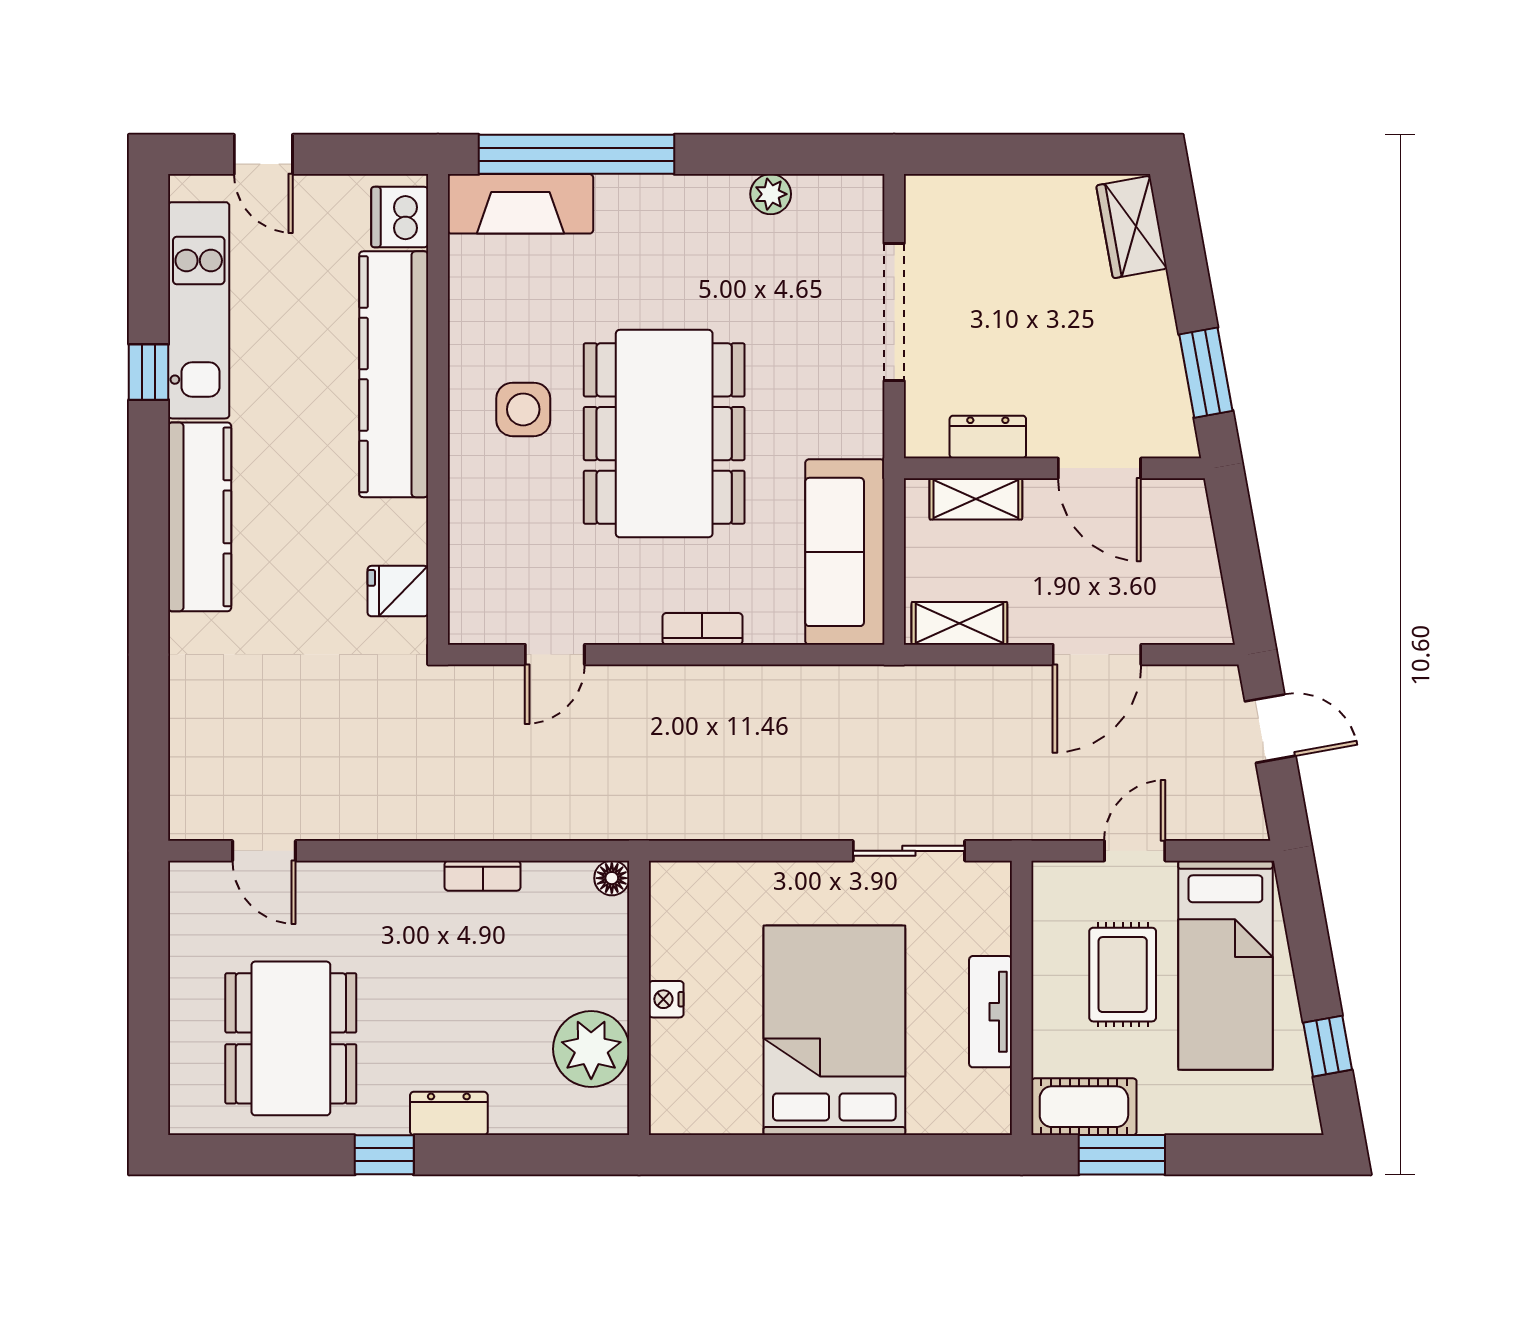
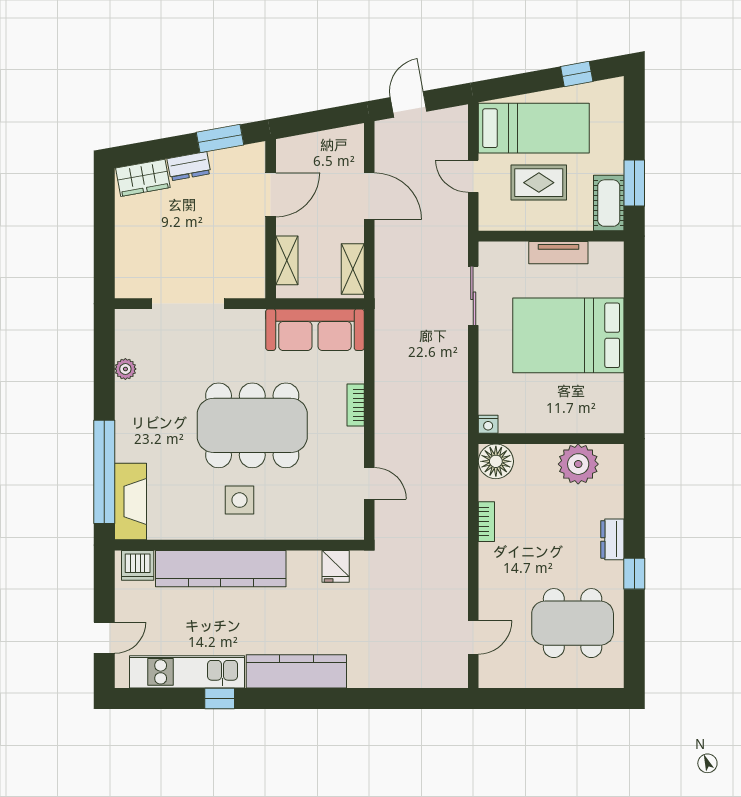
dresser: (988, 437) -> (189, 166), moved, turned -100
floor lamp: (612, 878) -> (496, 461), width x1.89, depth x1.89
nightstand: (666, 999) -> (488, 424), moved

